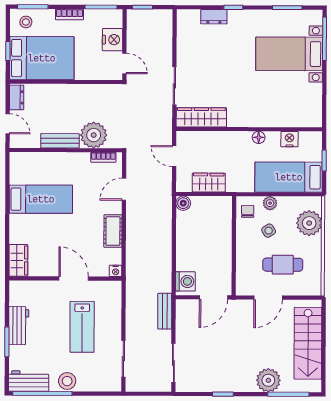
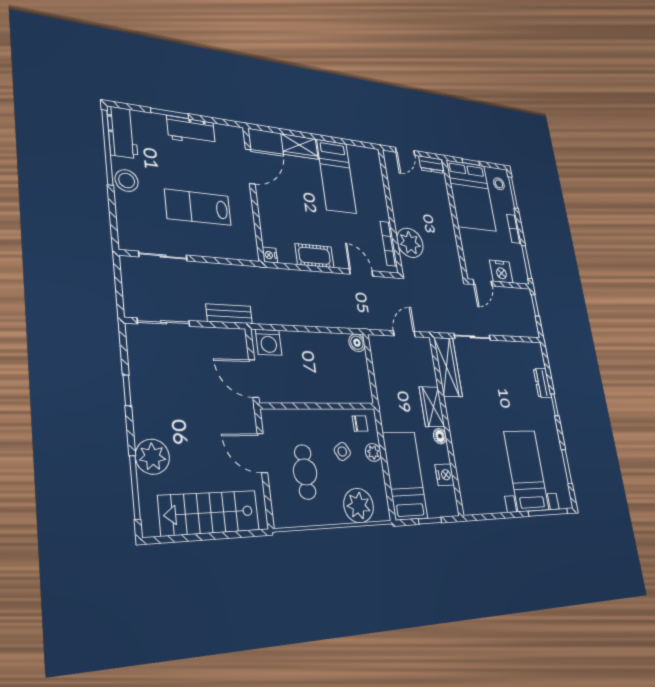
bench: (60, 141) -> (398, 205), removed
bookcase: (103, 157) -> (389, 244), width x1.56
wardrobe: (209, 183) -> (432, 407), moved, turned 180
wardrobe: (18, 260) -> (300, 147), moved
door: (74, 279) -> (250, 166), moved

